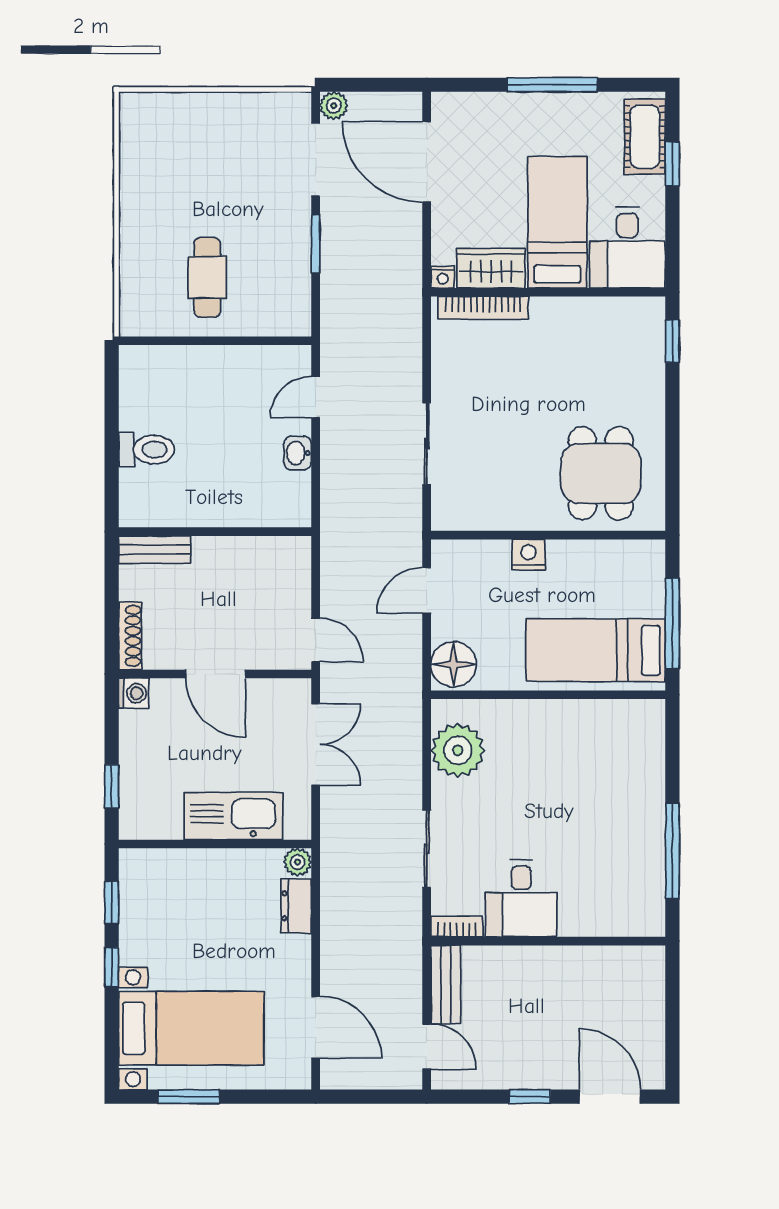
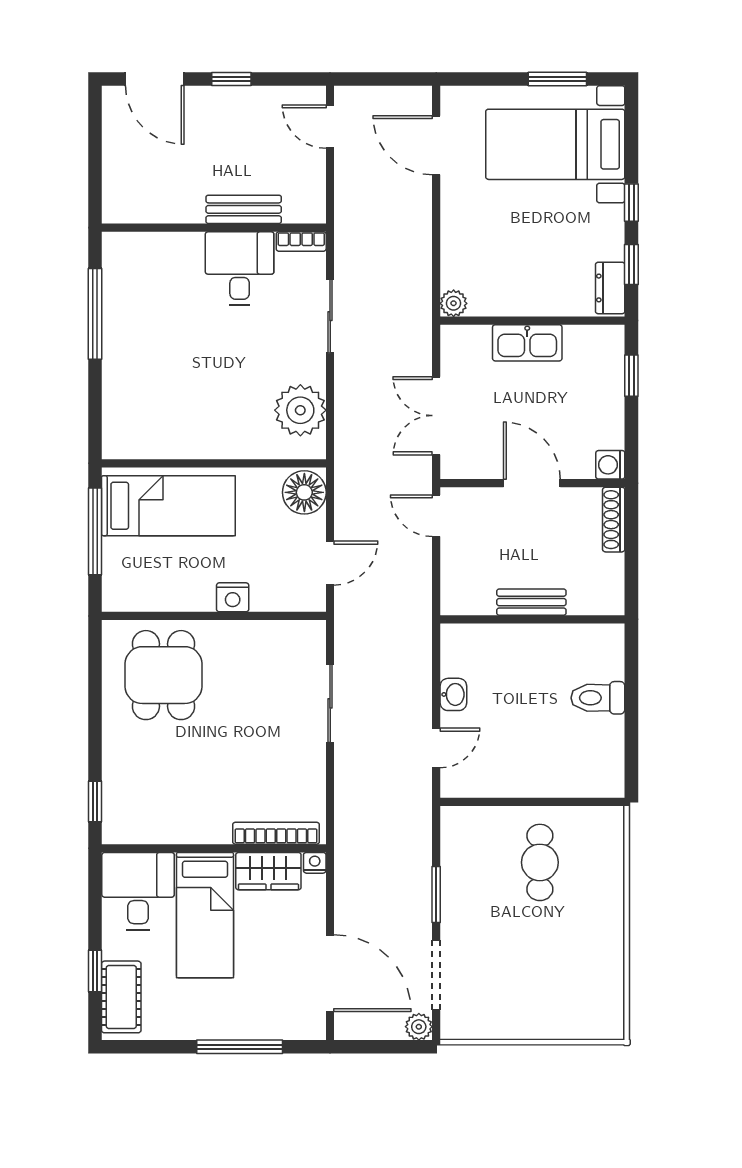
window: (552, 85) -> (240, 1047), moved
bench: (155, 550) -> (531, 602), moved
kitchen sink: (234, 816) -> (527, 343), width x0.73, depth x0.81
dresser: (296, 906) -> (610, 288), moved, turned 180
bench: (446, 985) -> (244, 209), moved, turned 90

